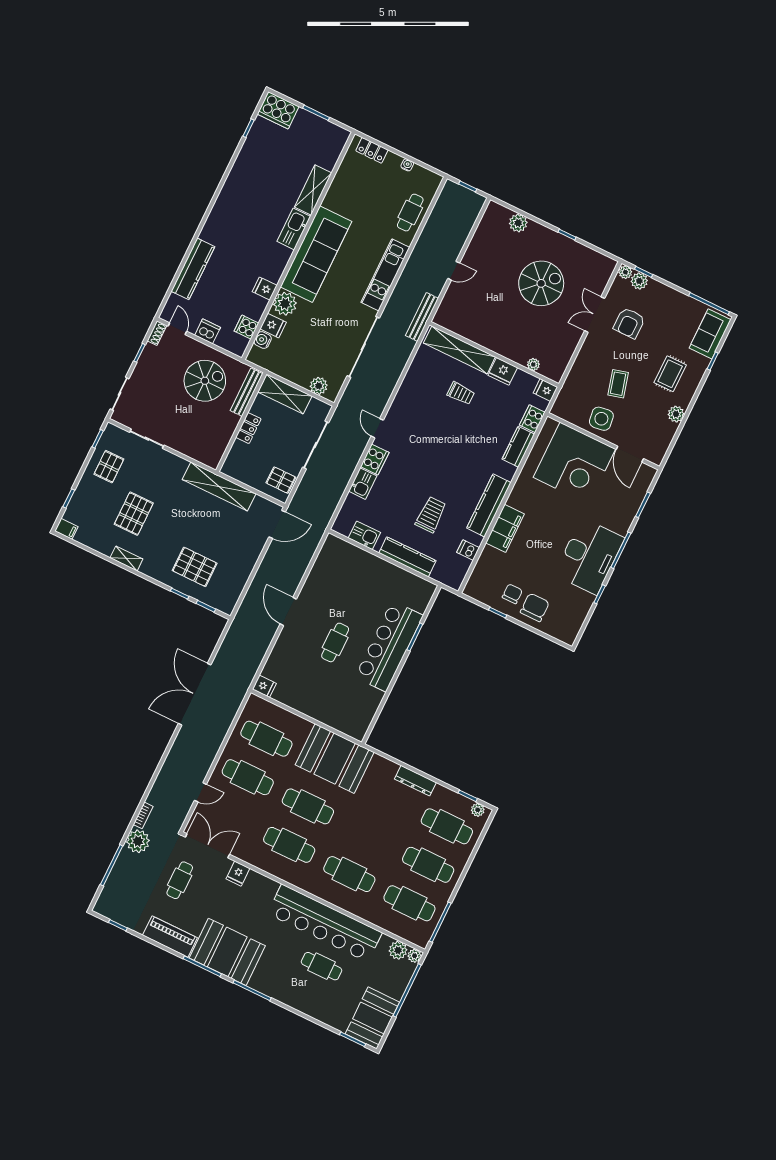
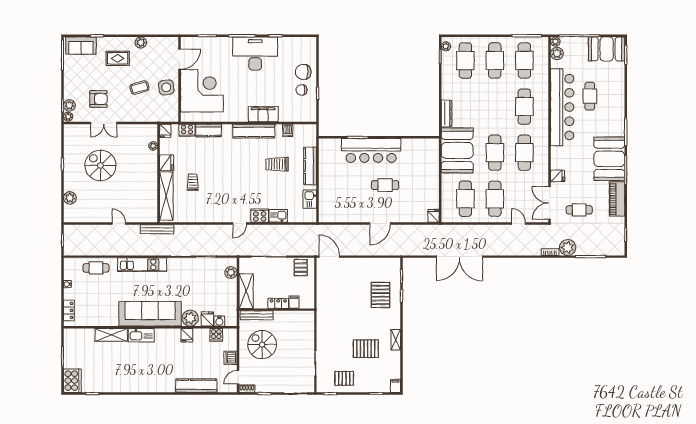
filing cabinet: (240, 450) -> (294, 302), added
shelving: (219, 487) -> (323, 304), removed
dresser: (415, 781) -> (447, 113), moved

